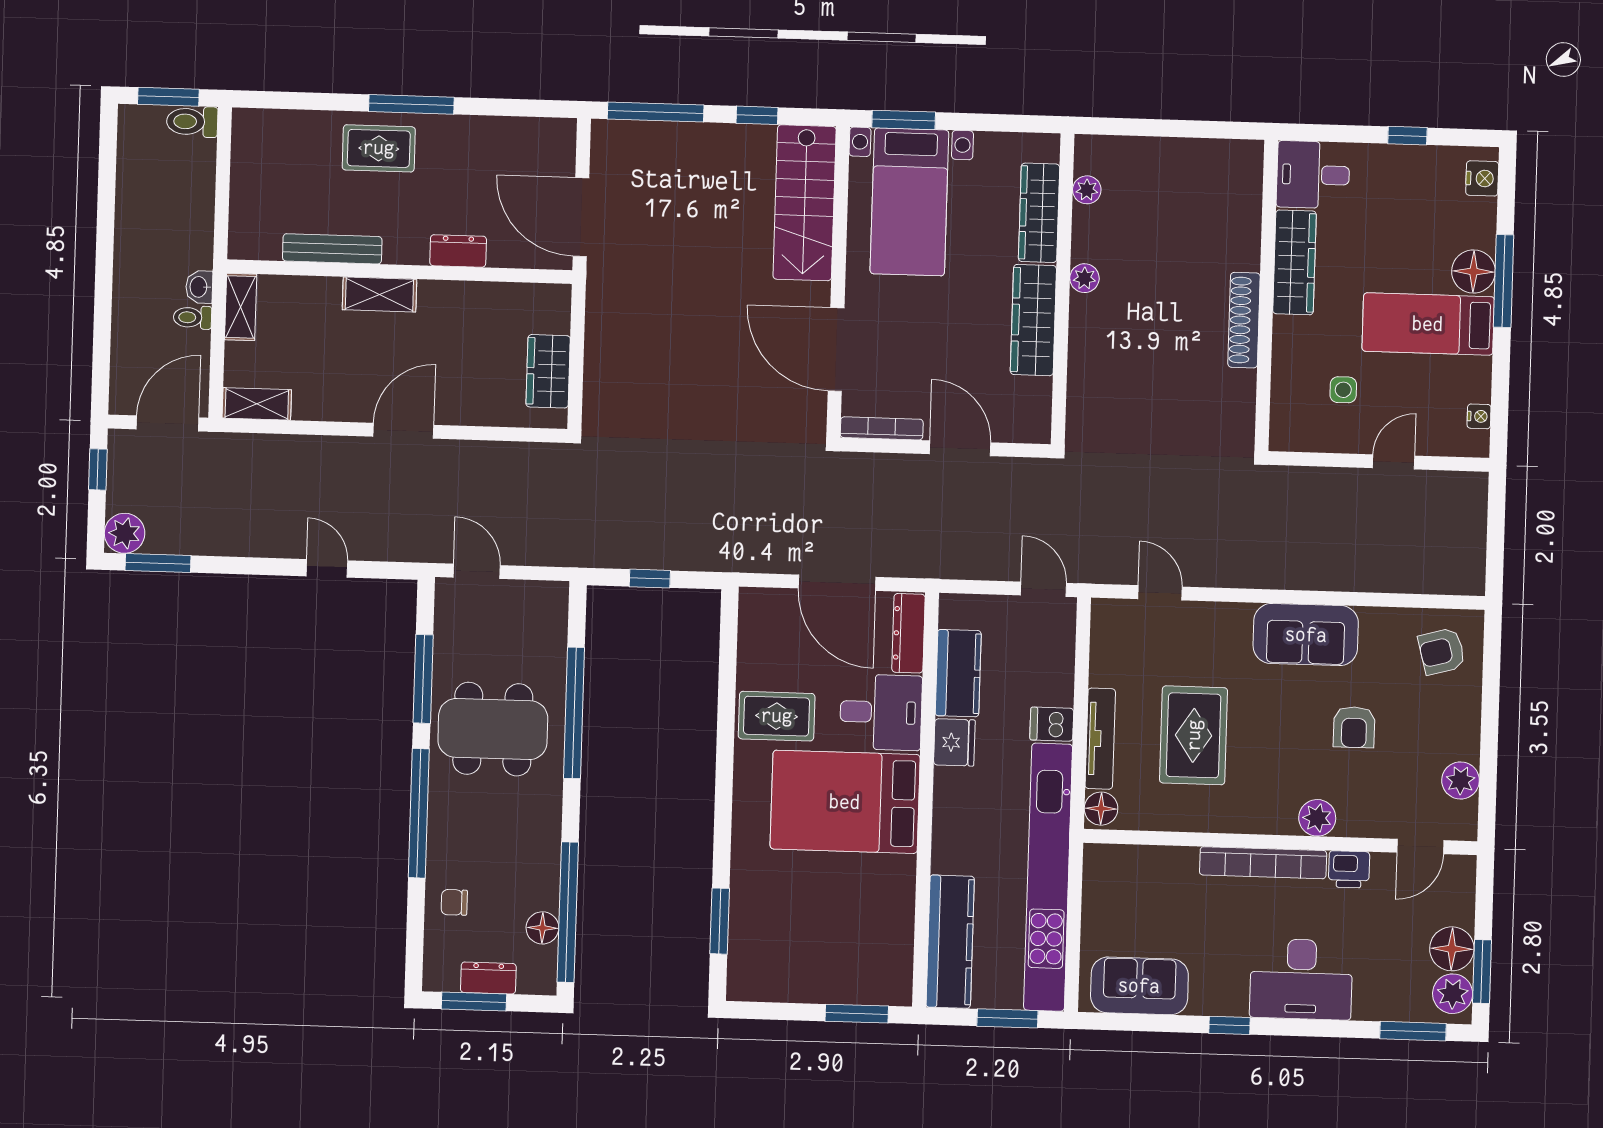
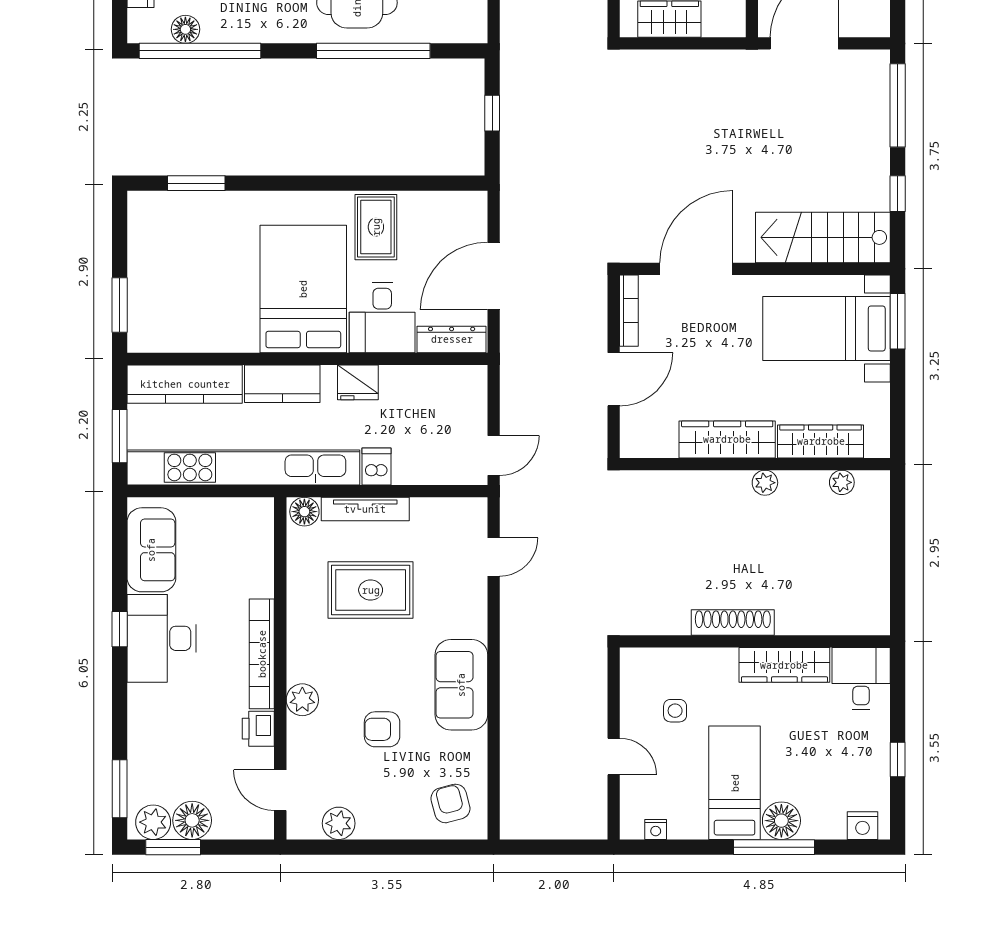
kitchen counter: (958, 673) -> (282, 384), moved
desk: (1301, 979) -> (162, 638), moved

